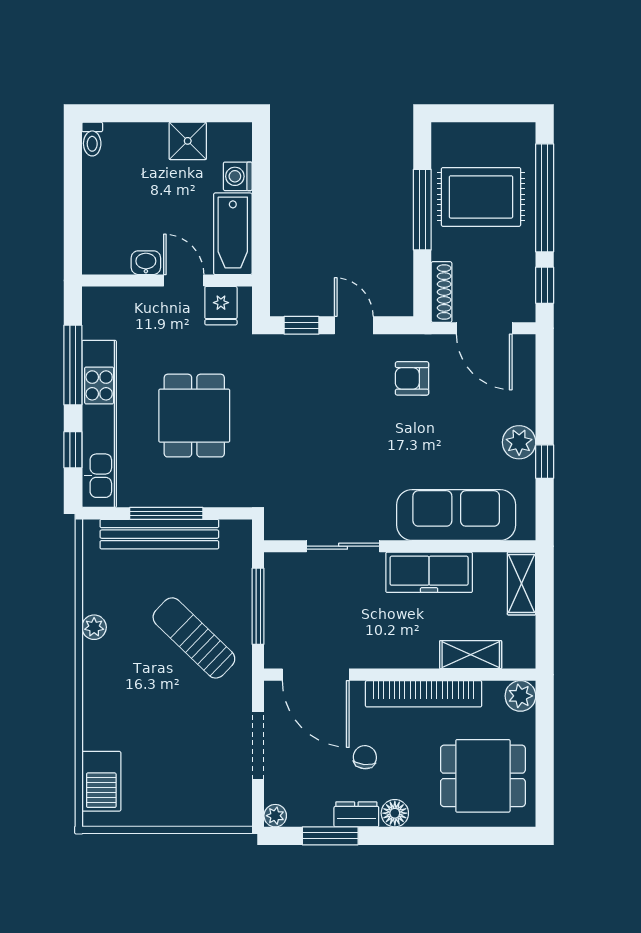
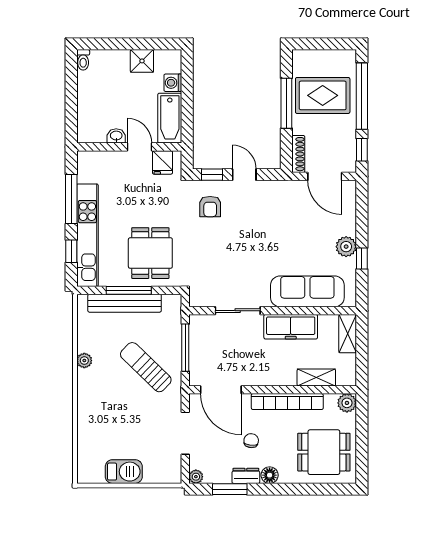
armchair: (412, 378) -> (210, 207), moved, turned -90
dining table: (194, 416) -> (150, 253), moved
barbecue: (101, 781) -> (124, 472), moved, turned -90

